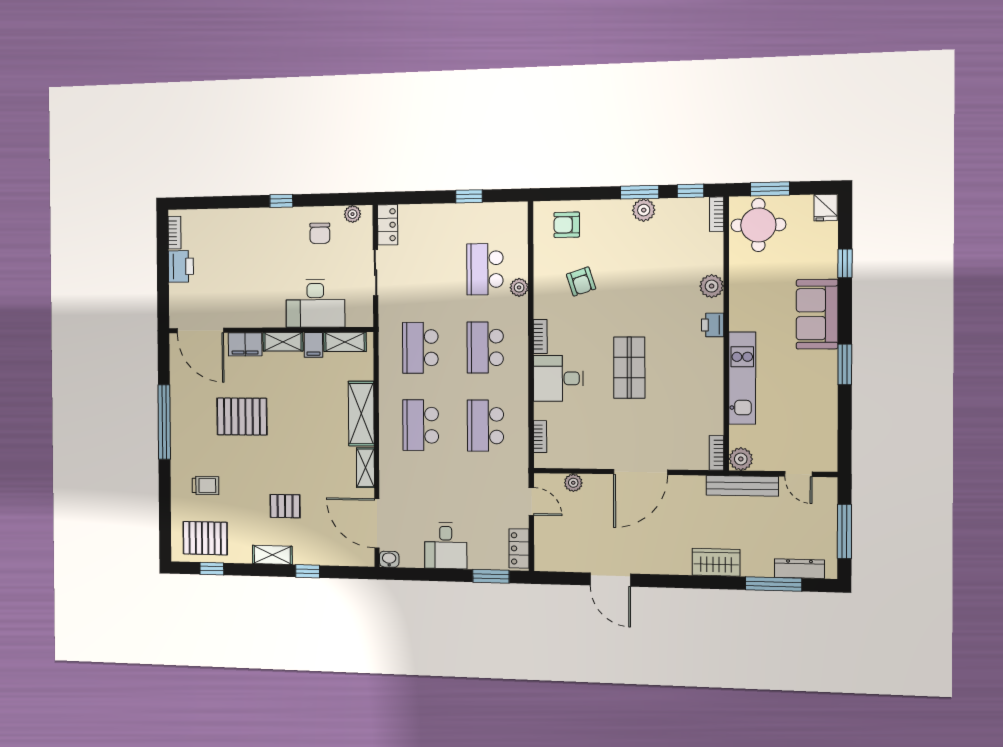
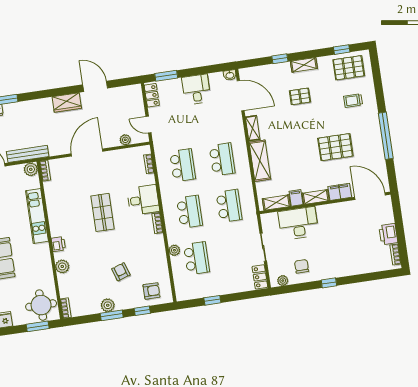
window: (691, 191) -> (142, 311), moved
armchair: (581, 282) -> (121, 272), moved
wardrobe: (716, 562) -> (67, 103), moved

